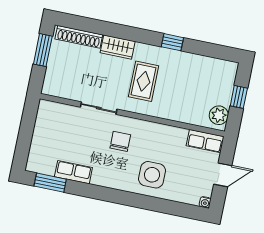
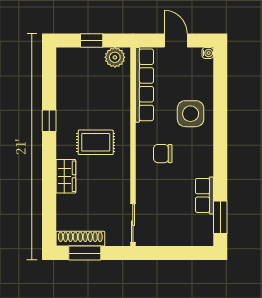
shoe rack: (79, 37) -> (80, 239), moved, turned -90
sliding door: (99, 108) -> (133, 223), moved
row of seats: (205, 141) -> (144, 85), width x2.02

